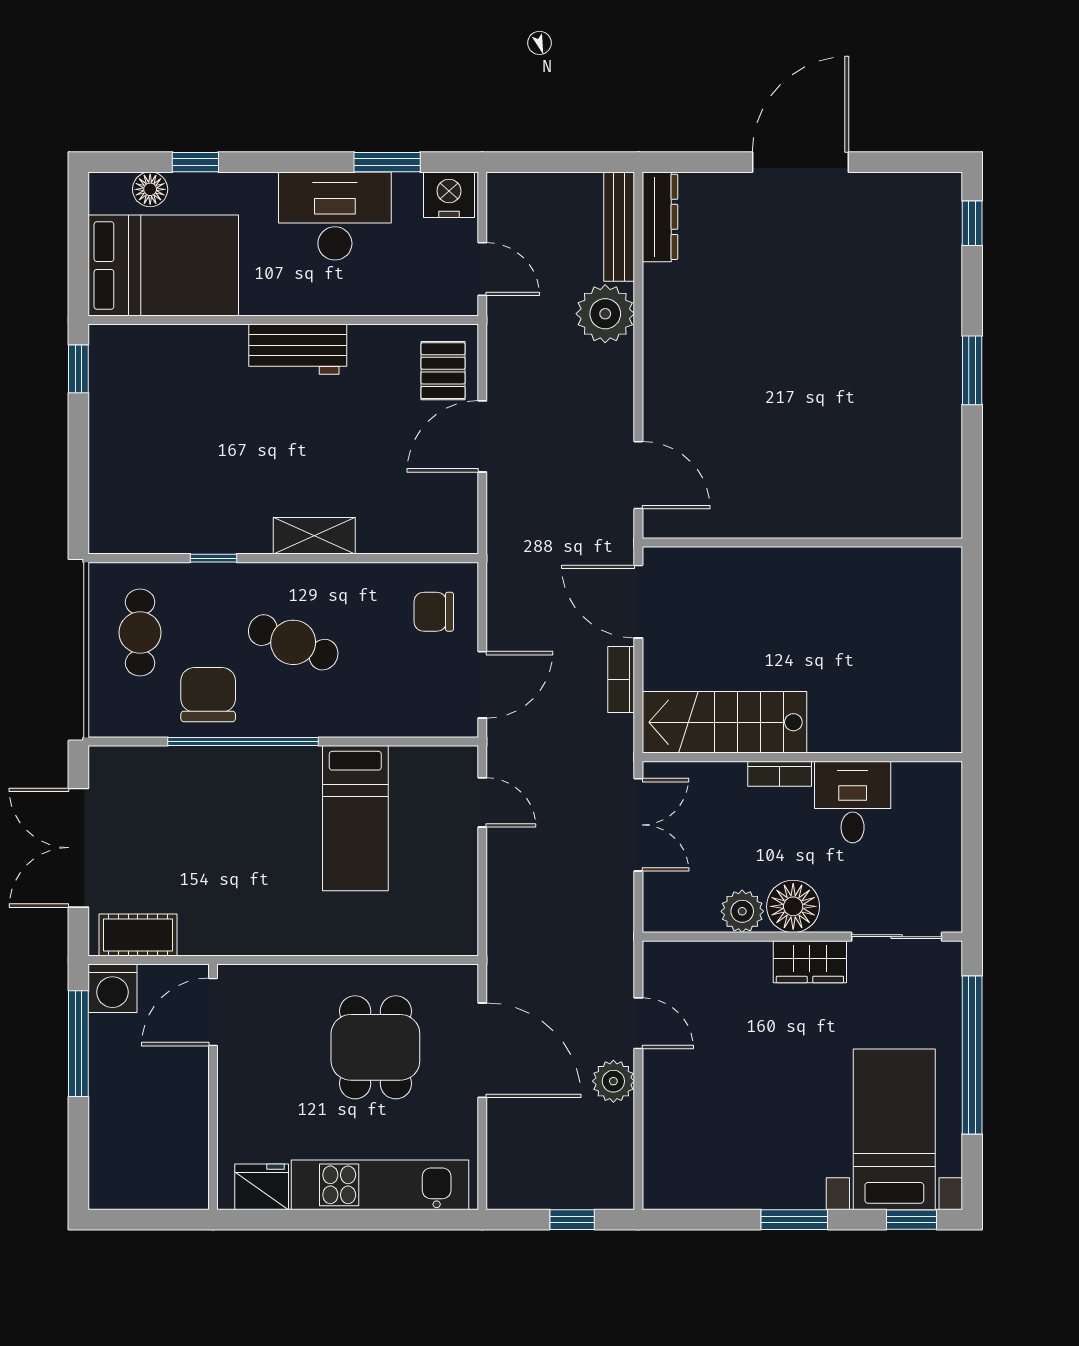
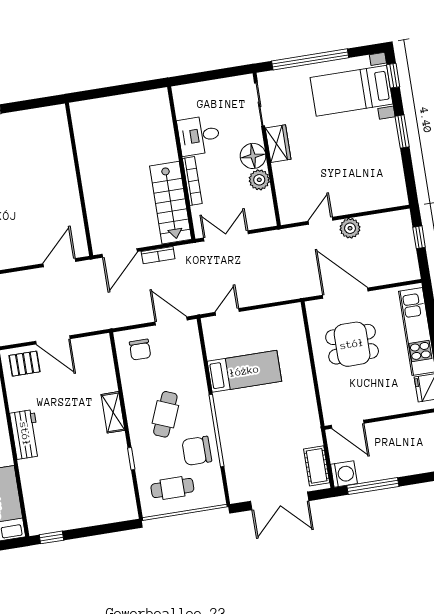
bookcase: (780, 774) -> (192, 181), width x1.56
door: (482, 1050) -> (345, 293), hinge flipped

